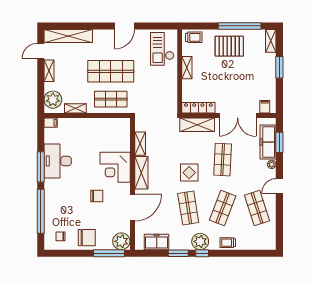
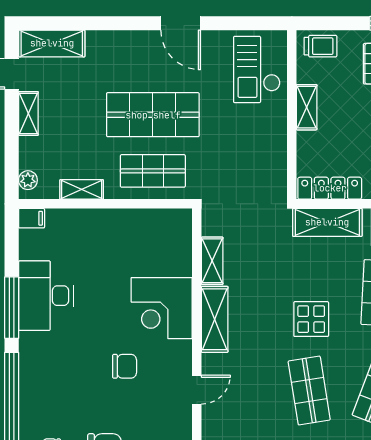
door: (125, 26) -> (181, 23), hinge flipped
shelving: (68, 36) -> (52, 43), width x0.68
plant: (53, 100) -> (28, 180), width x0.53, depth x0.53
door: (133, 208) -> (197, 390), width x0.53

